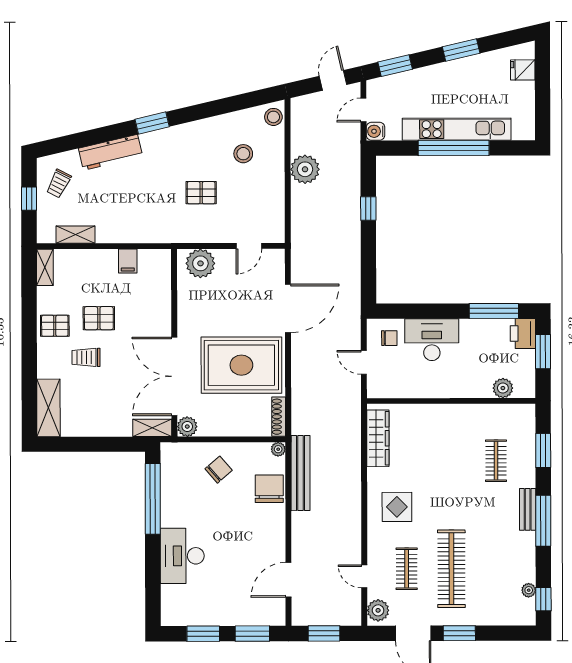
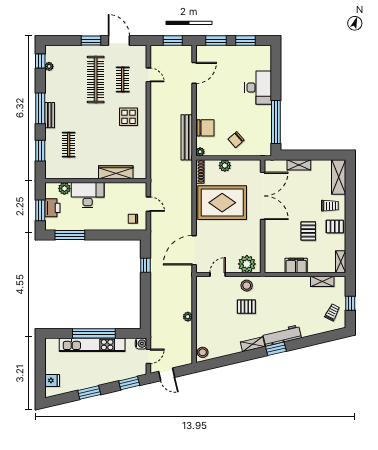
door: (333, 80) -> (167, 374), hinge flipped
shelving: (191, 130) -> (253, 344), added
workbench: (111, 152) -> (282, 336), moved
stool: (243, 154) -> (247, 286), moved
plant: (305, 169) -> (188, 317), width x0.53, depth x0.53
window: (368, 209) -> (145, 265), moved
filing cabinet: (128, 261) -> (296, 265), width x2.00
door: (288, 308) -> (194, 250), moved
pallet: (99, 318) -> (308, 231), turned 90
printer: (523, 334) -> (52, 208), moved
desk: (432, 340) -> (88, 195), moved, turned 180
trolley: (86, 357) -> (330, 206), moved
plant: (187, 427) -> (225, 166), moved
shelving: (152, 428) -> (299, 165), moved
wardrobe: (378, 438) -> (116, 172), moved, turned 90
chair: (269, 489) -> (206, 128), turned -90
plant: (378, 610) -> (140, 54), removed

